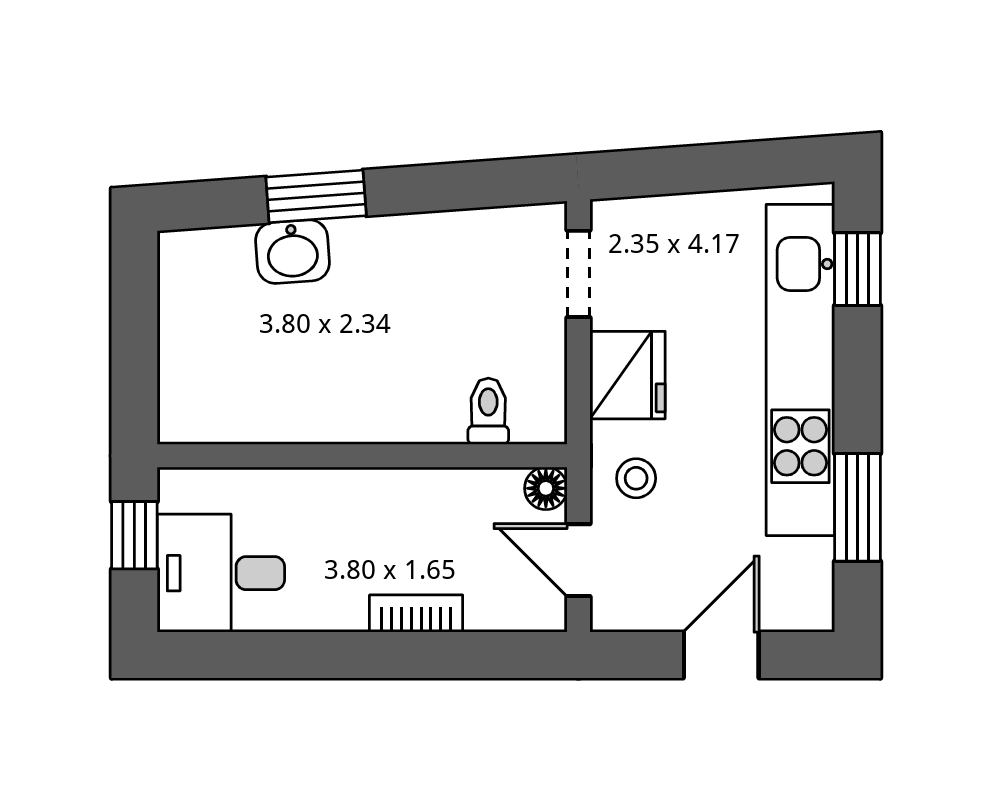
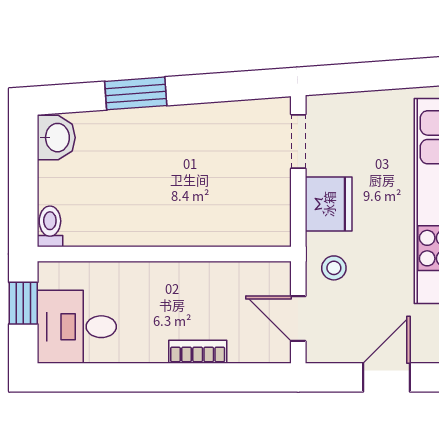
washbasin: (292, 252) -> (56, 138), moved, turned -86
toilet: (488, 411) -> (50, 226), moved
floor lamp: (546, 488) -> (278, 274), removed

